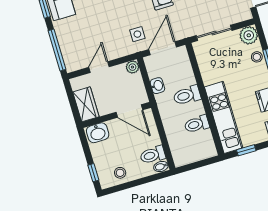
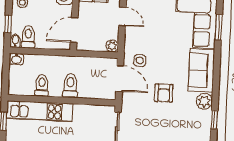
washbasin: (157, 86) -> (16, 59), moved
window: (147, 180) -> (8, 24), added

